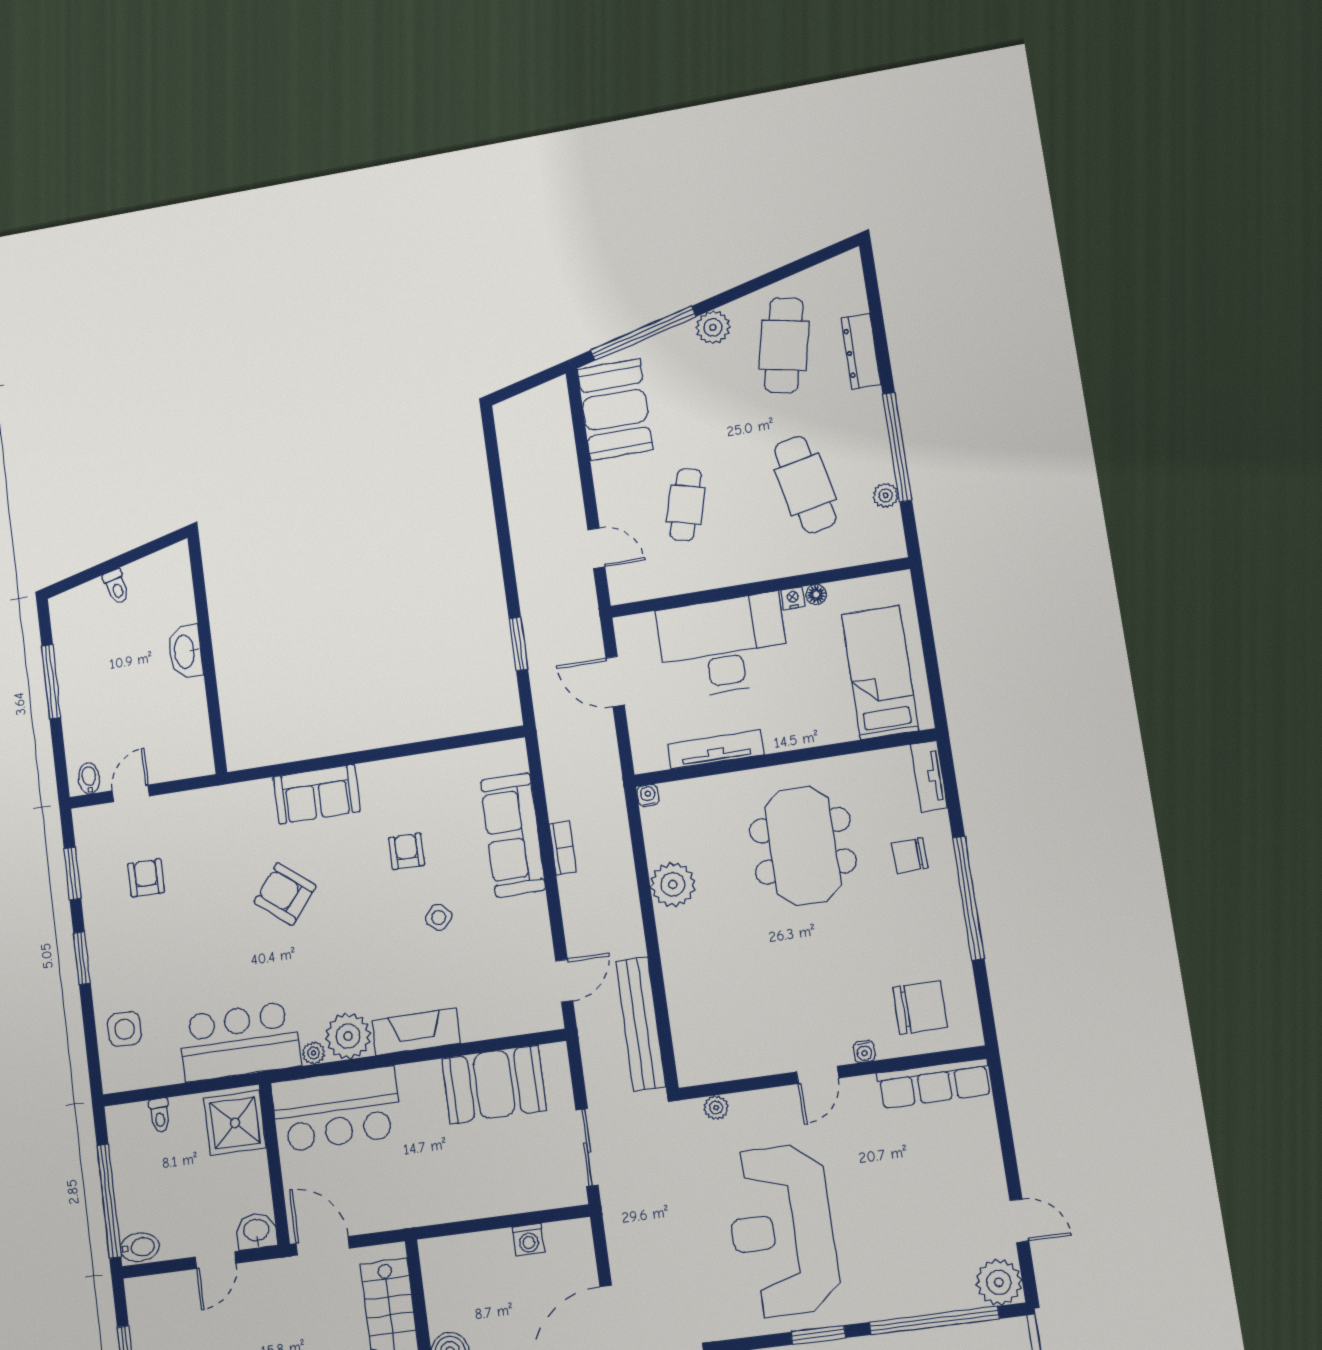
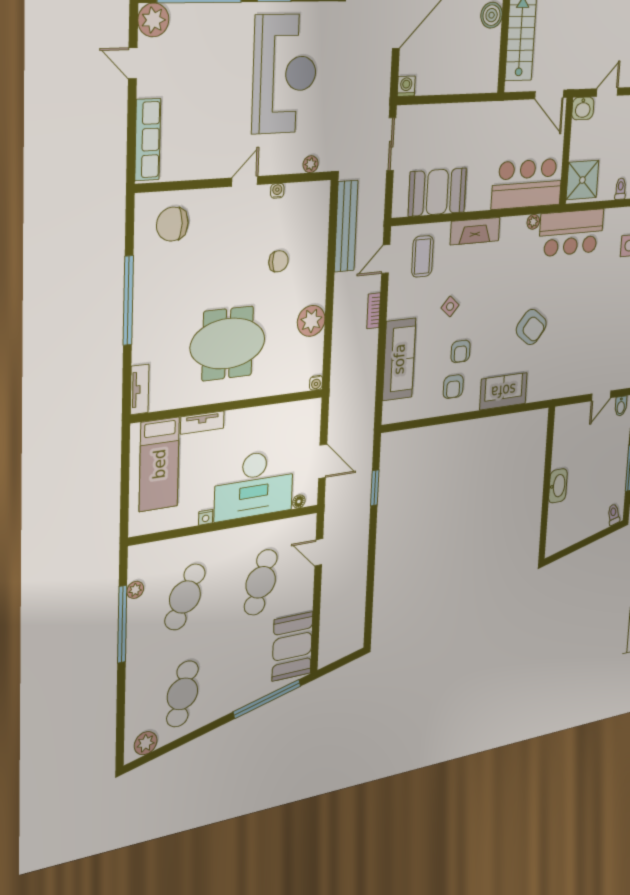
plant: (713, 327) -> (146, 743), moved
dresser: (861, 352) -> (135, 691), removed
cafe table: (805, 484) -> (185, 597), turned 36
cafe table: (686, 505) -> (261, 582), width x1.37, depth x1.35
toilet: (116, 586) -> (614, 514), moved
floor lamp: (816, 594) -> (299, 502), moved
tv unit: (716, 750) -> (202, 422), moved, width x0.71
meeting table: (803, 846) -> (228, 343), turned 90
bookcase: (563, 848) -> (374, 311), moved
chair: (910, 855) -> (278, 261), moved
armchair: (146, 878) -> (453, 387), moved
coffee table: (502, 988) -> (422, 256), added
plant: (348, 1036) -> (513, 231), removed
water cooler: (864, 1052) -> (277, 191), moved
row of seats: (934, 1083) -> (148, 140), moved, turned 90
washing machine: (528, 1240) -> (406, 86), moved

